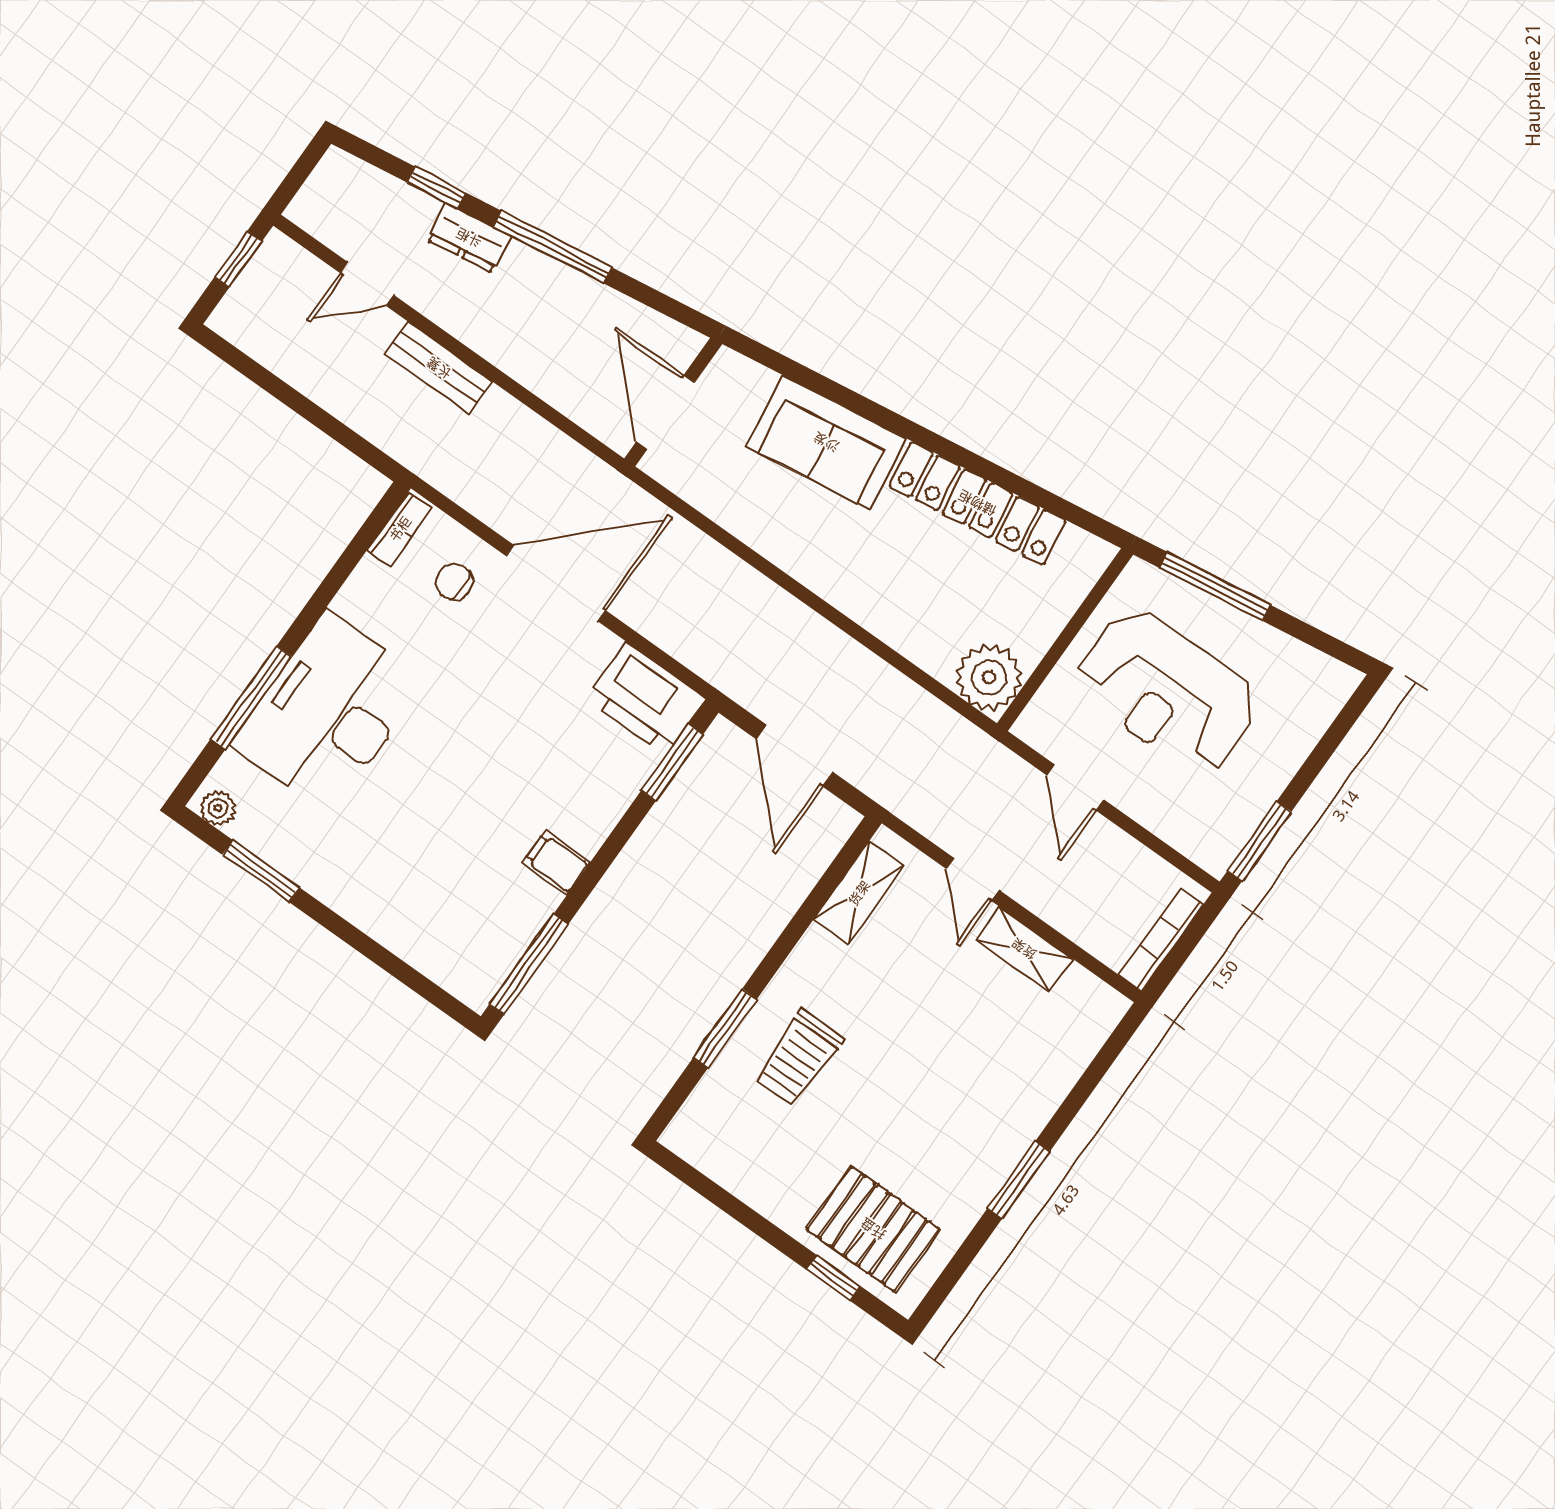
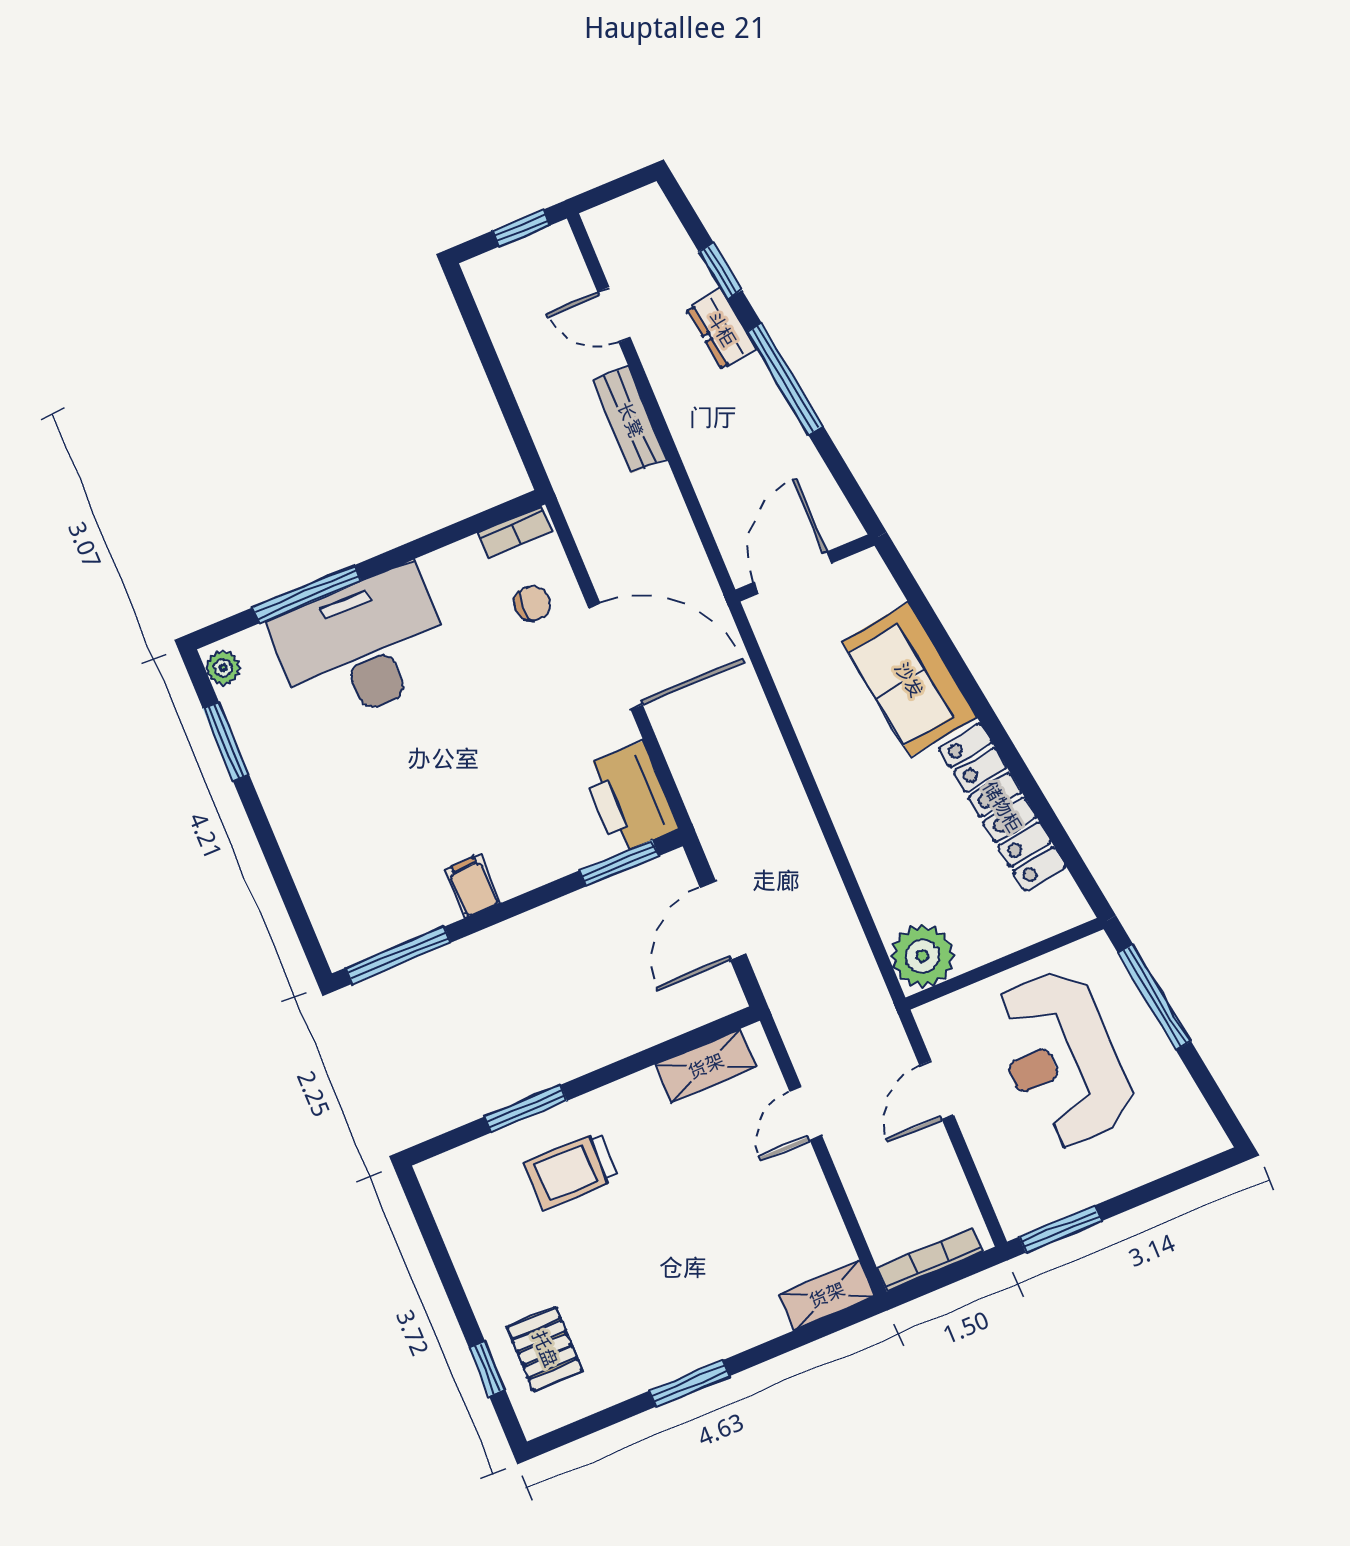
chair: (454, 582) -> (533, 603), turned 90
shelving: (1024, 949) -> (827, 1295), moved, turned 90
pallet: (873, 1229) -> (545, 1349), width x0.67, depth x0.71

